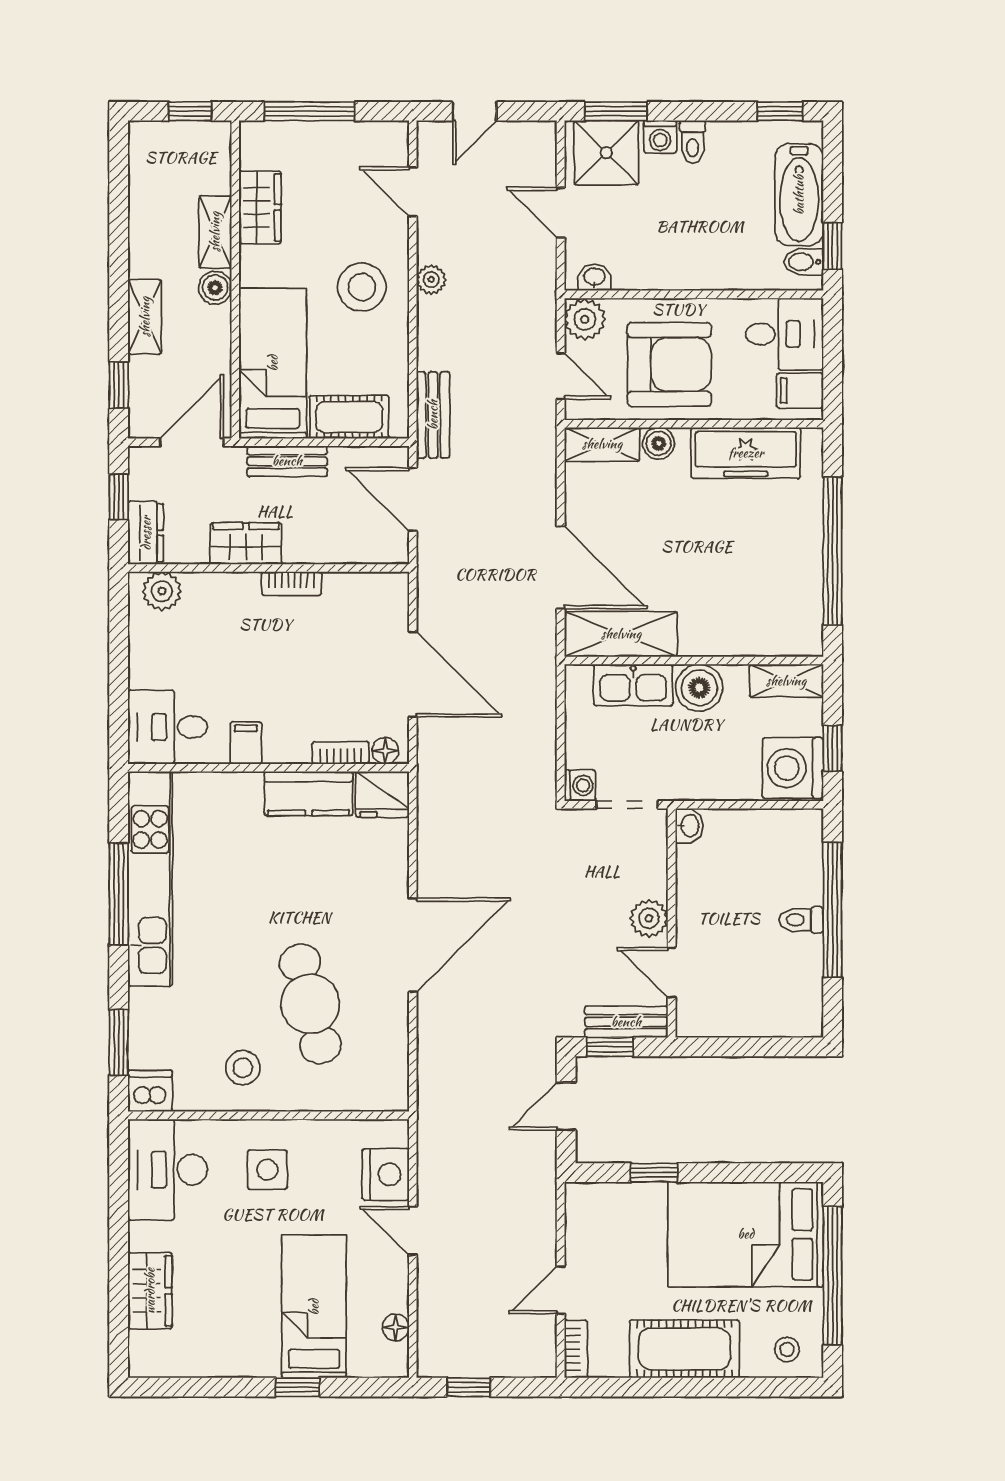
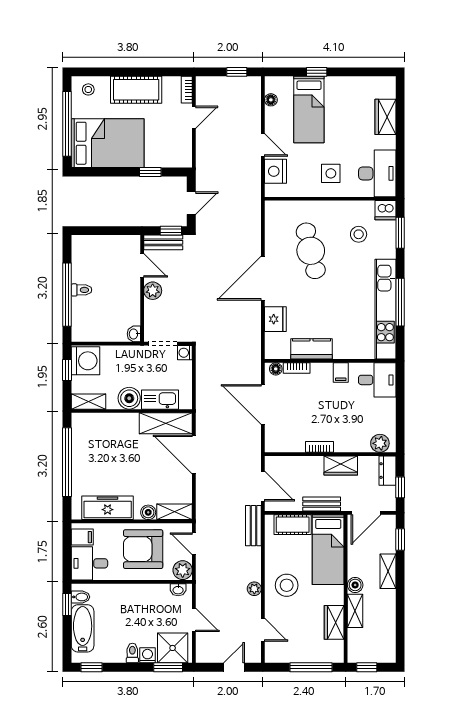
fridge: (382, 794) -> (275, 319), moved, turned 90
stool: (243, 1068) -> (359, 234), moved

